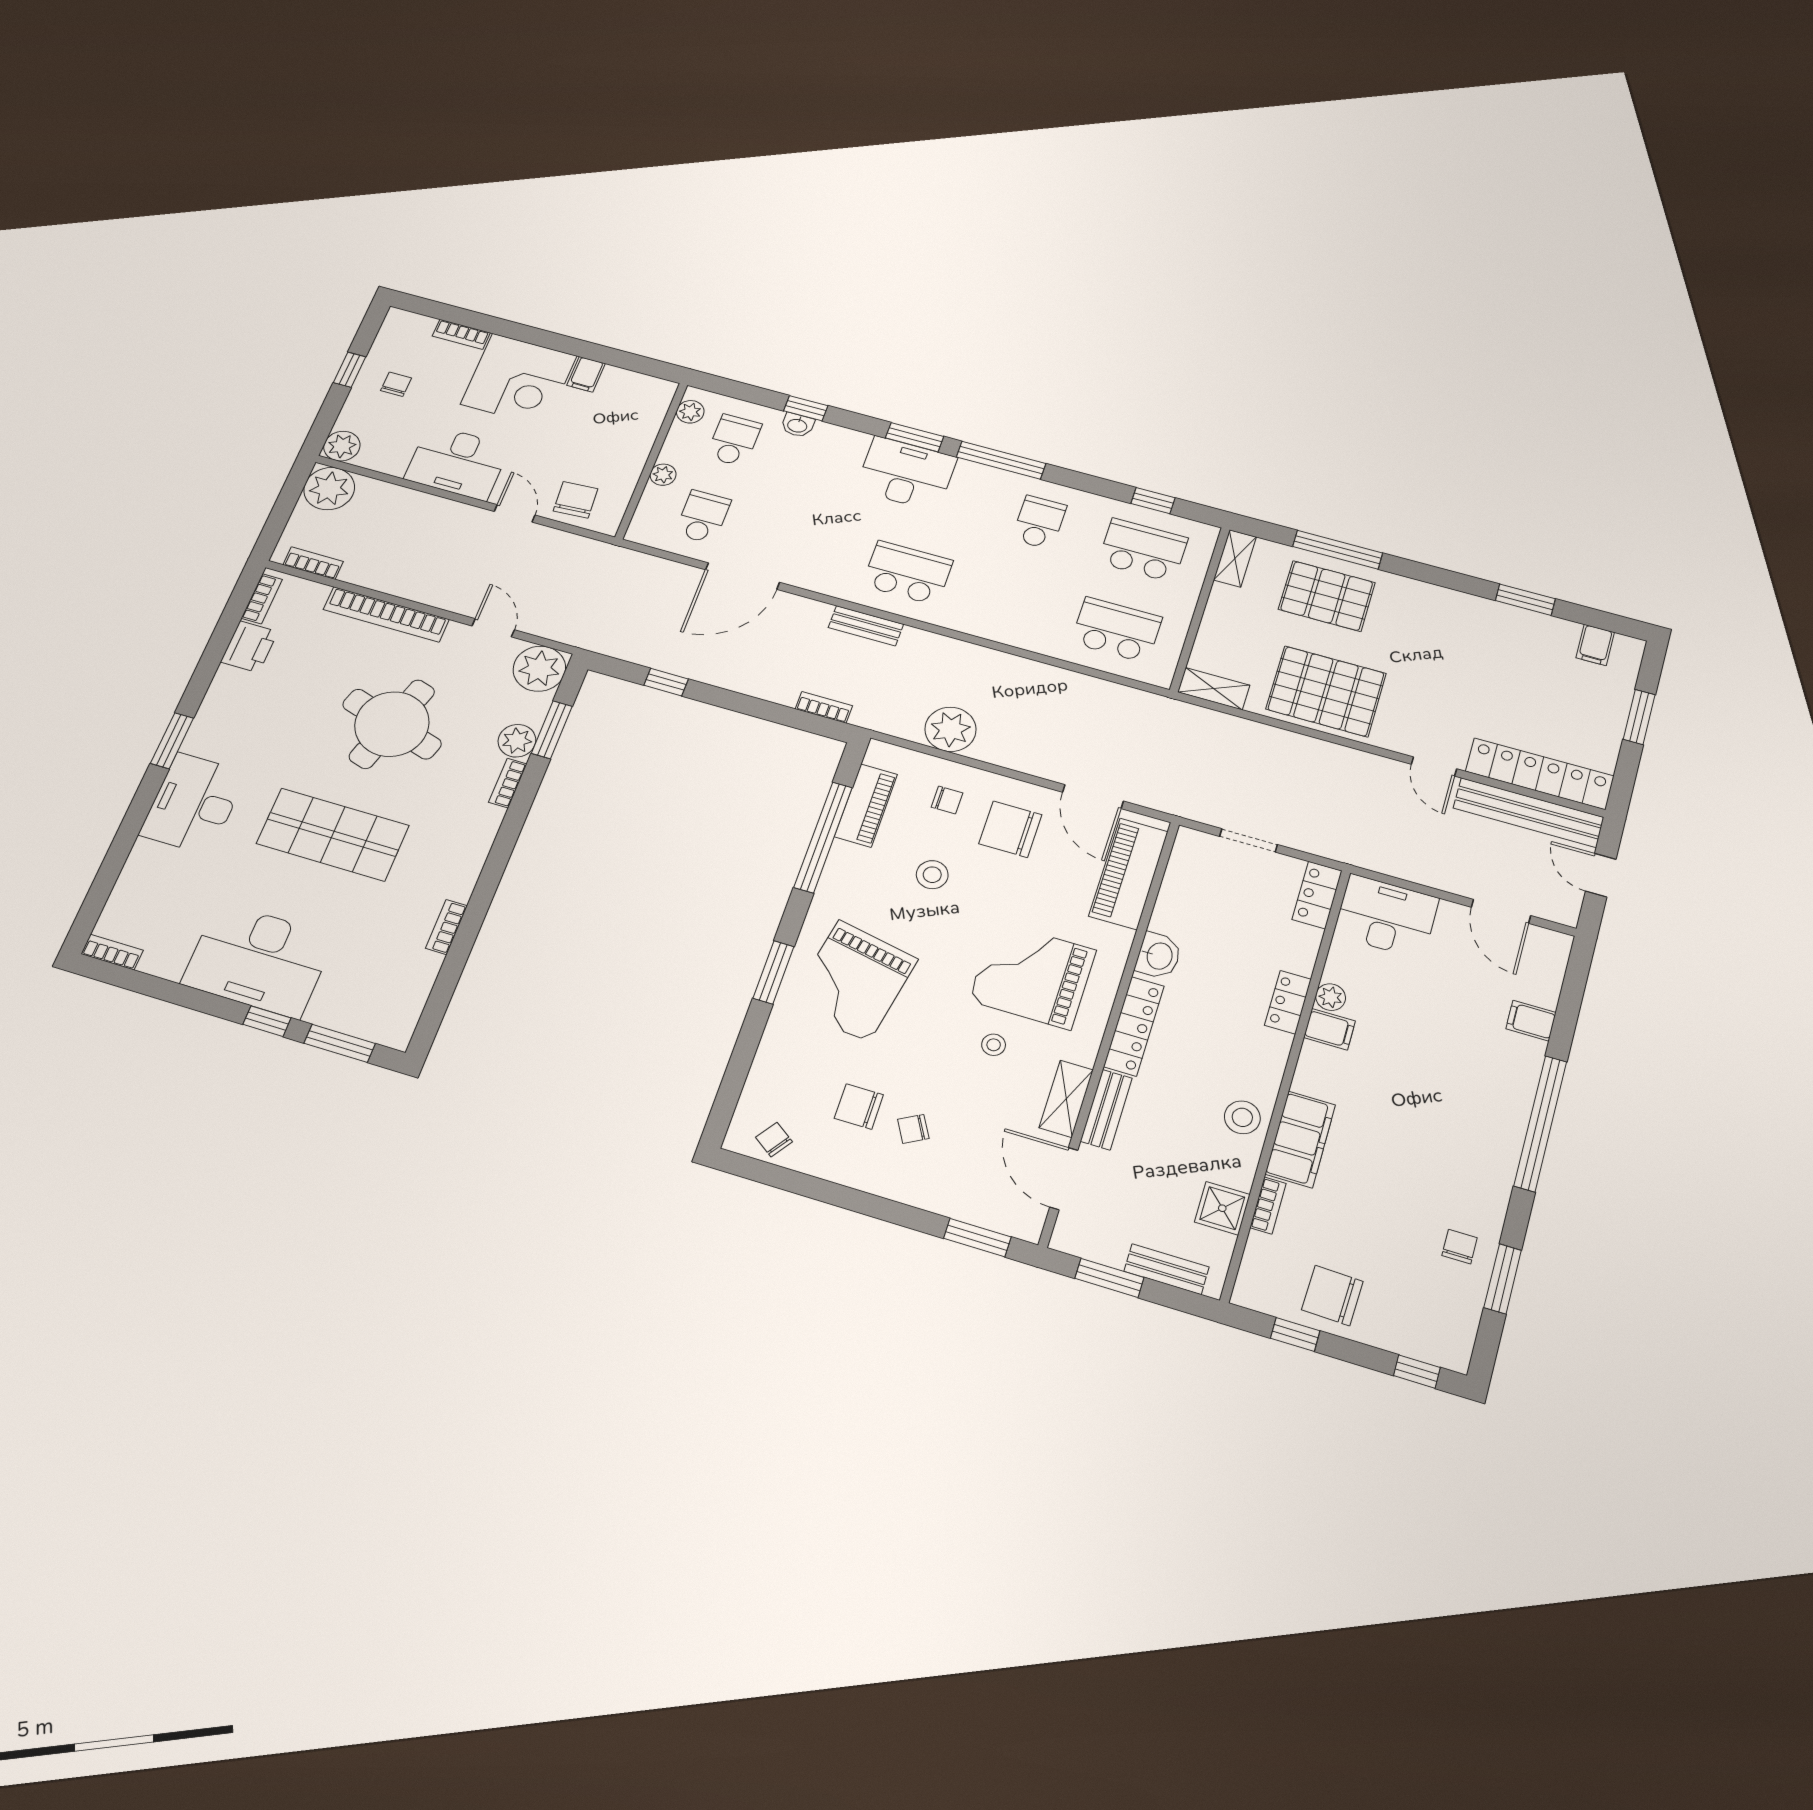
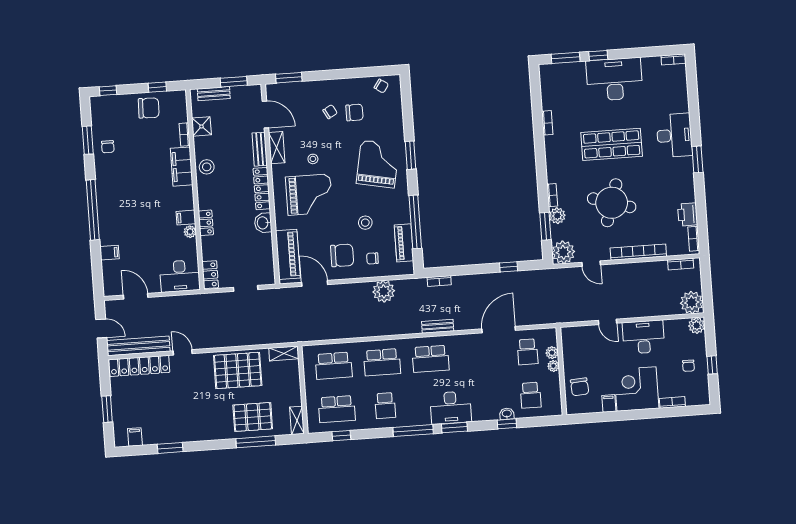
plant: (690, 412) -> (552, 353), moved
chair: (576, 500) -> (580, 387), moved
school desk: (1011, 601) -> (382, 362), added

